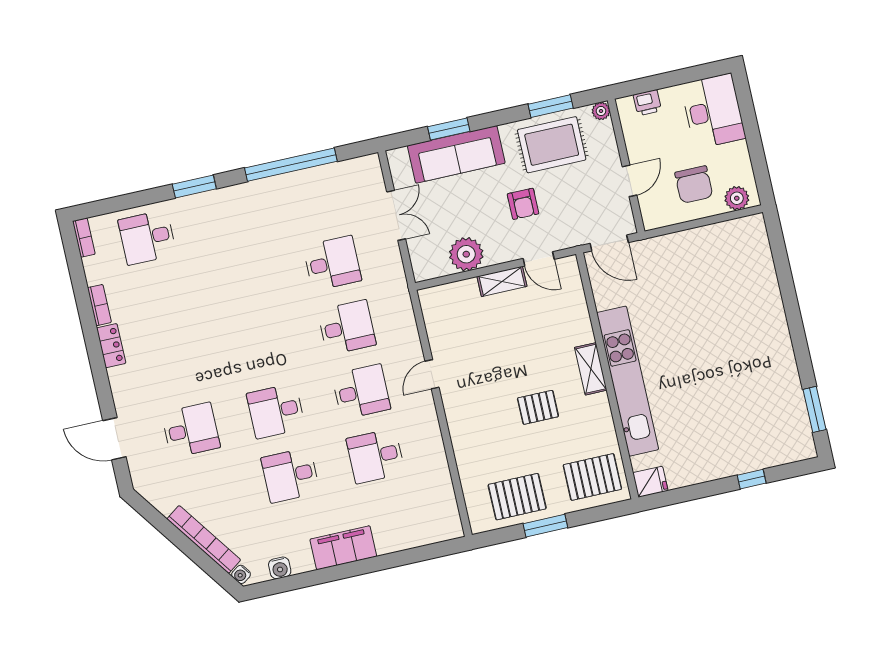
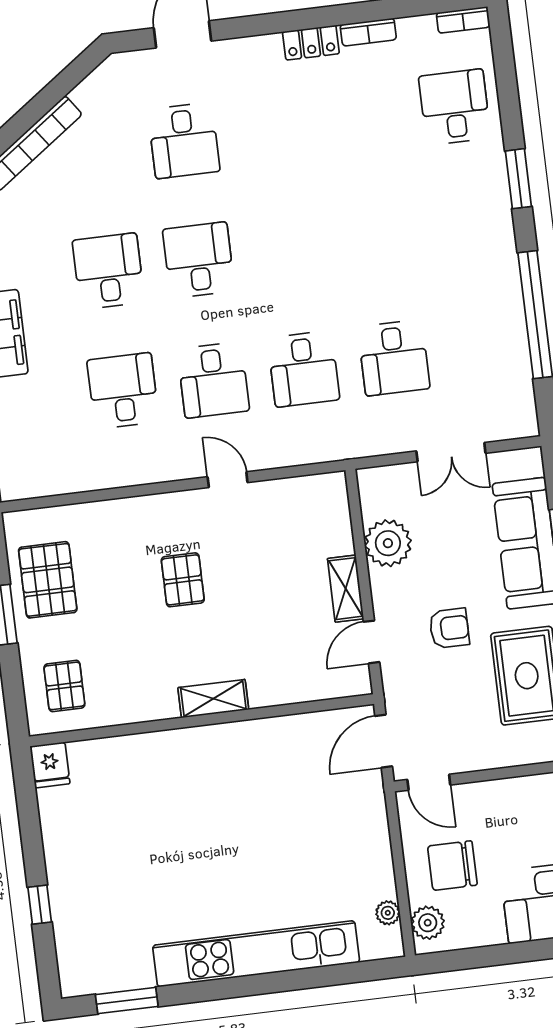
door: (629, 181) -> (429, 782), moved
armchair: (523, 204) -> (449, 628), turned 180
plant: (733, 228) -> (388, 913), added
kitchen unit: (628, 381) -> (256, 954), moved, turned 180
pallet: (538, 407) -> (183, 580), moved
pallet: (592, 477) -> (64, 686), width x0.67, depth x0.71

